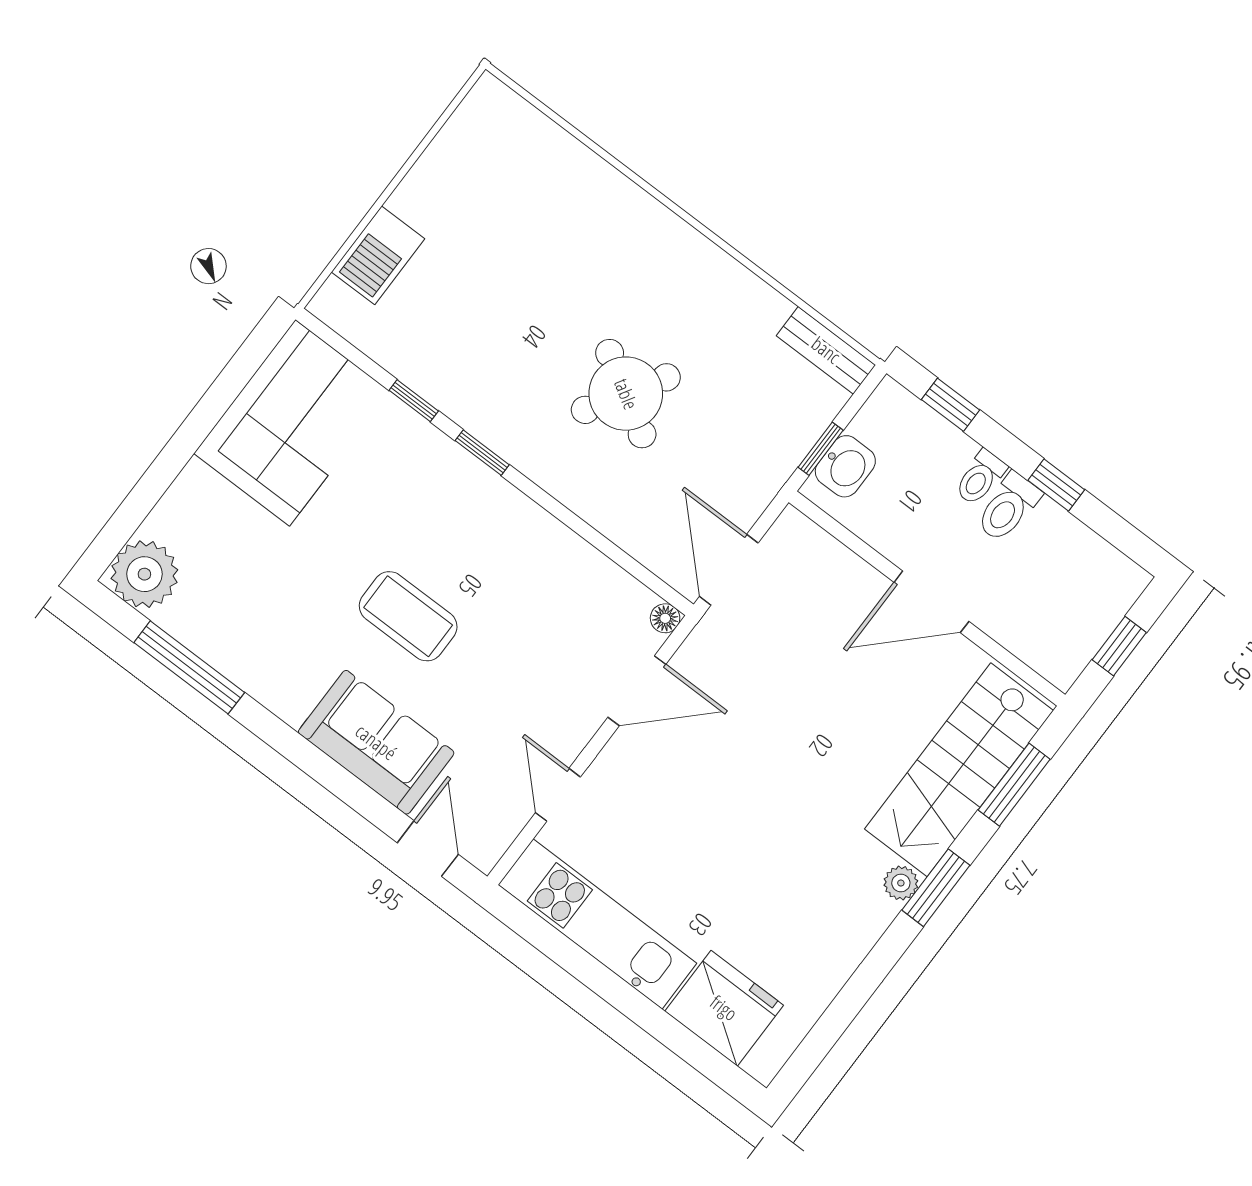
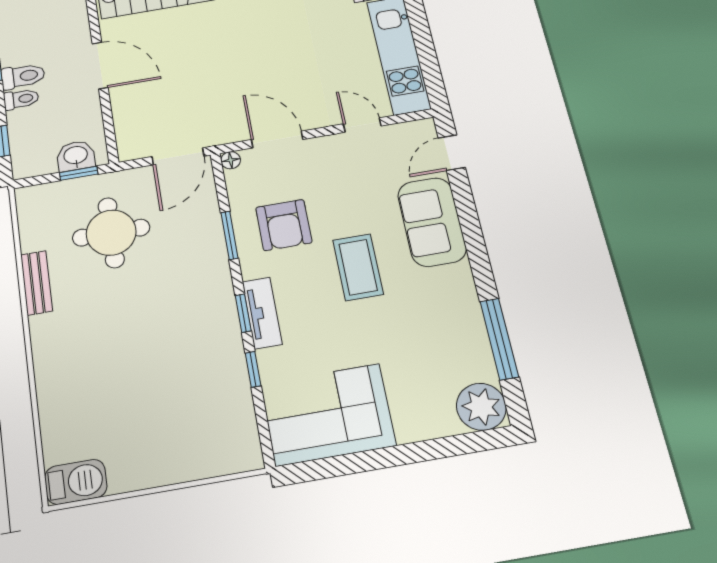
barbecue: (378, 255) -> (76, 482), moved
bench: (826, 350) -> (36, 283), moved
round table: (626, 394) -> (111, 233), moved, turned -31
tv unit: (462, 471) -> (262, 313), added
window: (581, 528) -> (229, 235), added
armchair: (533, 593) -> (284, 225), added
door: (558, 795) -> (362, 125), swing flipped

